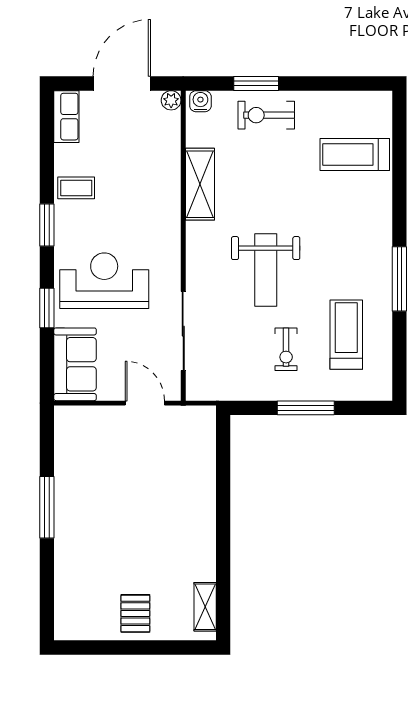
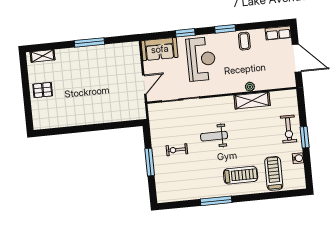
window: (256, 84) -> (305, 137), moved
plant: (171, 100) -> (250, 87), moved
water cooler: (200, 101) -> (298, 158), moved
exercise bike: (266, 115) -> (288, 129), turned 180
weight bench: (266, 270) -> (214, 136), width x0.73, depth x0.75
treadmill: (346, 335) -> (241, 175), moved
shelving: (205, 607) -> (43, 56), moved

